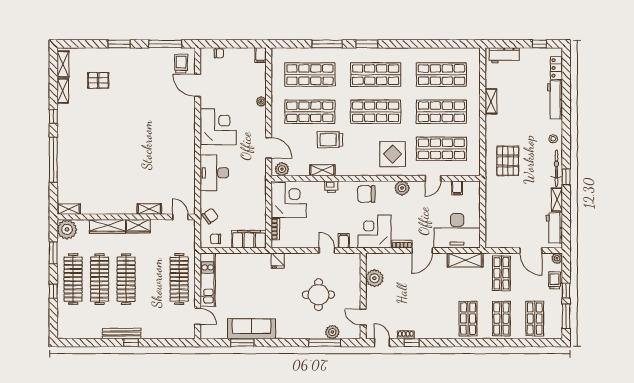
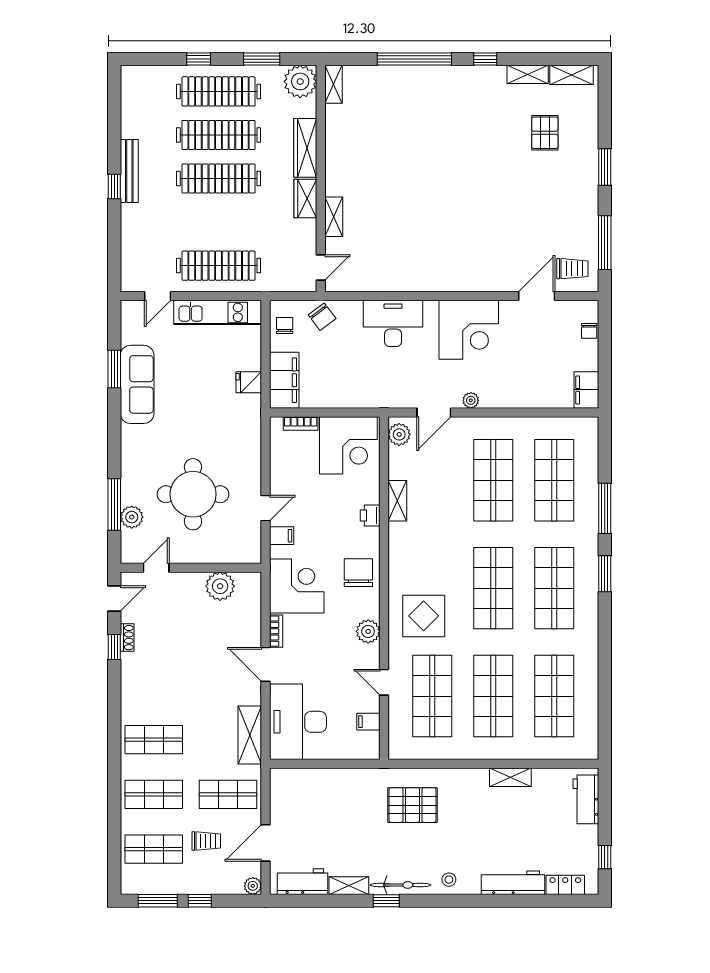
filing cabinet: (261, 55) -> (586, 390), width x2.00
plant: (261, 102) -> (471, 400), moved
trolley: (330, 140) -> (447, 513), removed
fridge: (278, 261) -> (249, 382), moved
trolley: (555, 280) -> (206, 841), moved
round table: (318, 295) -> (193, 494), width x1.36, depth x1.36

